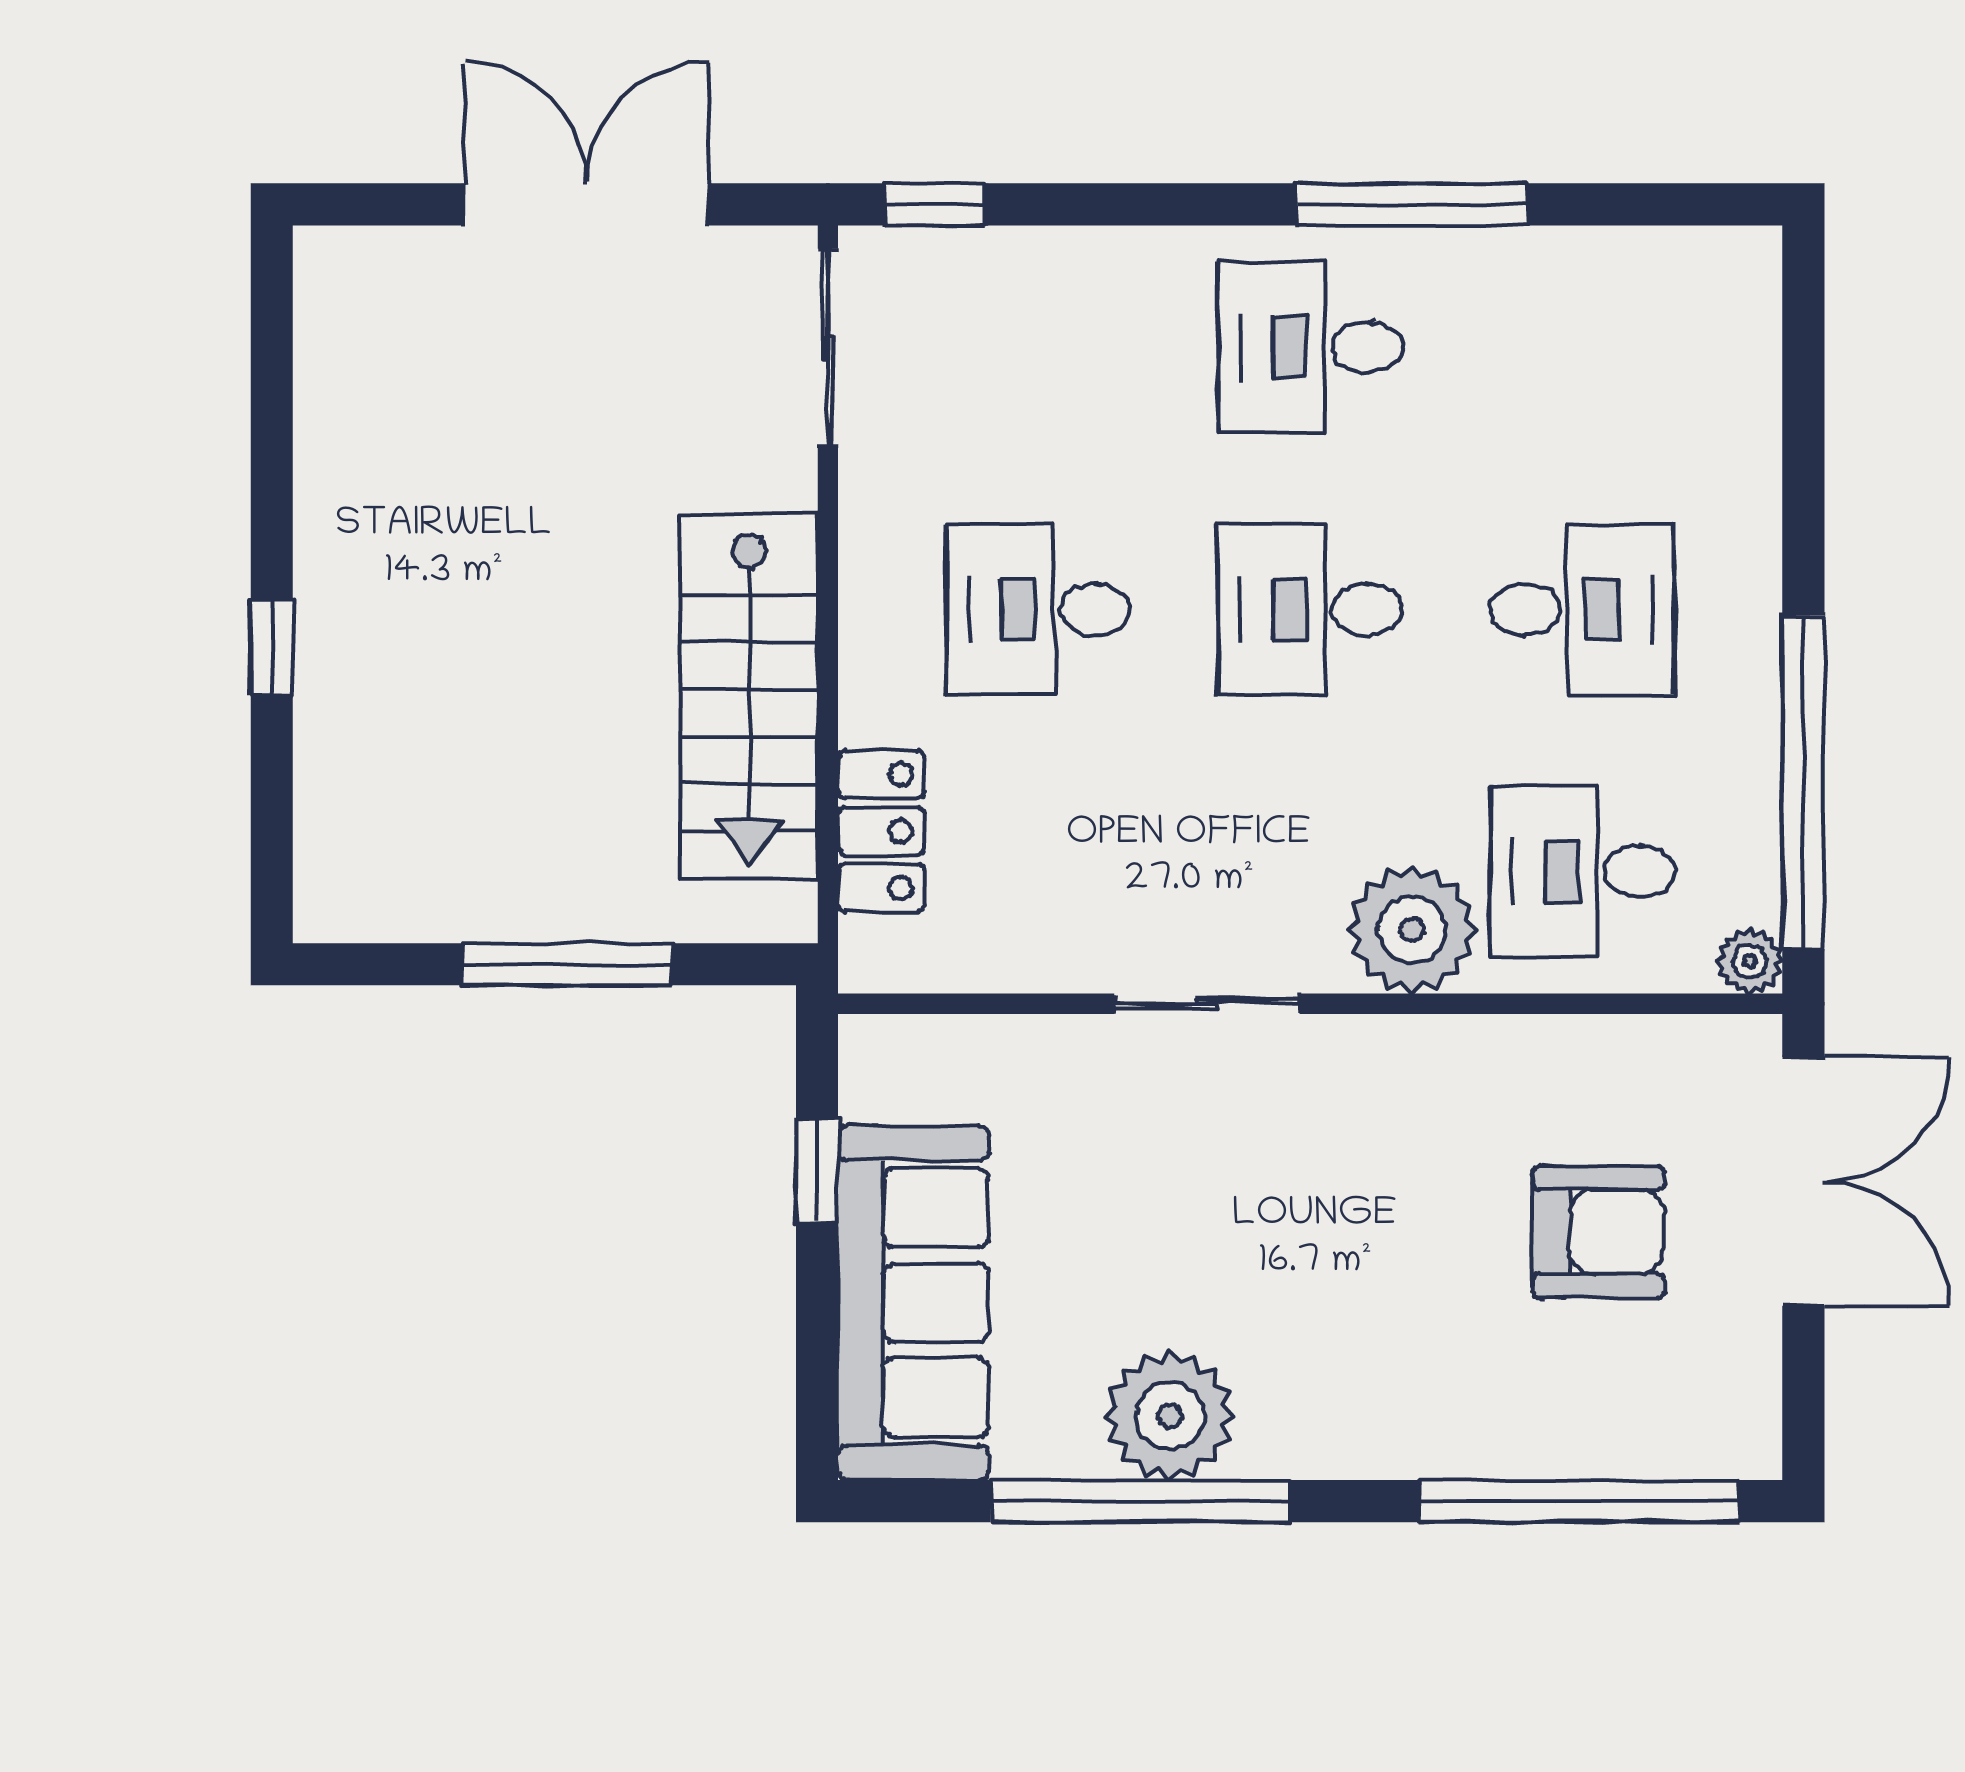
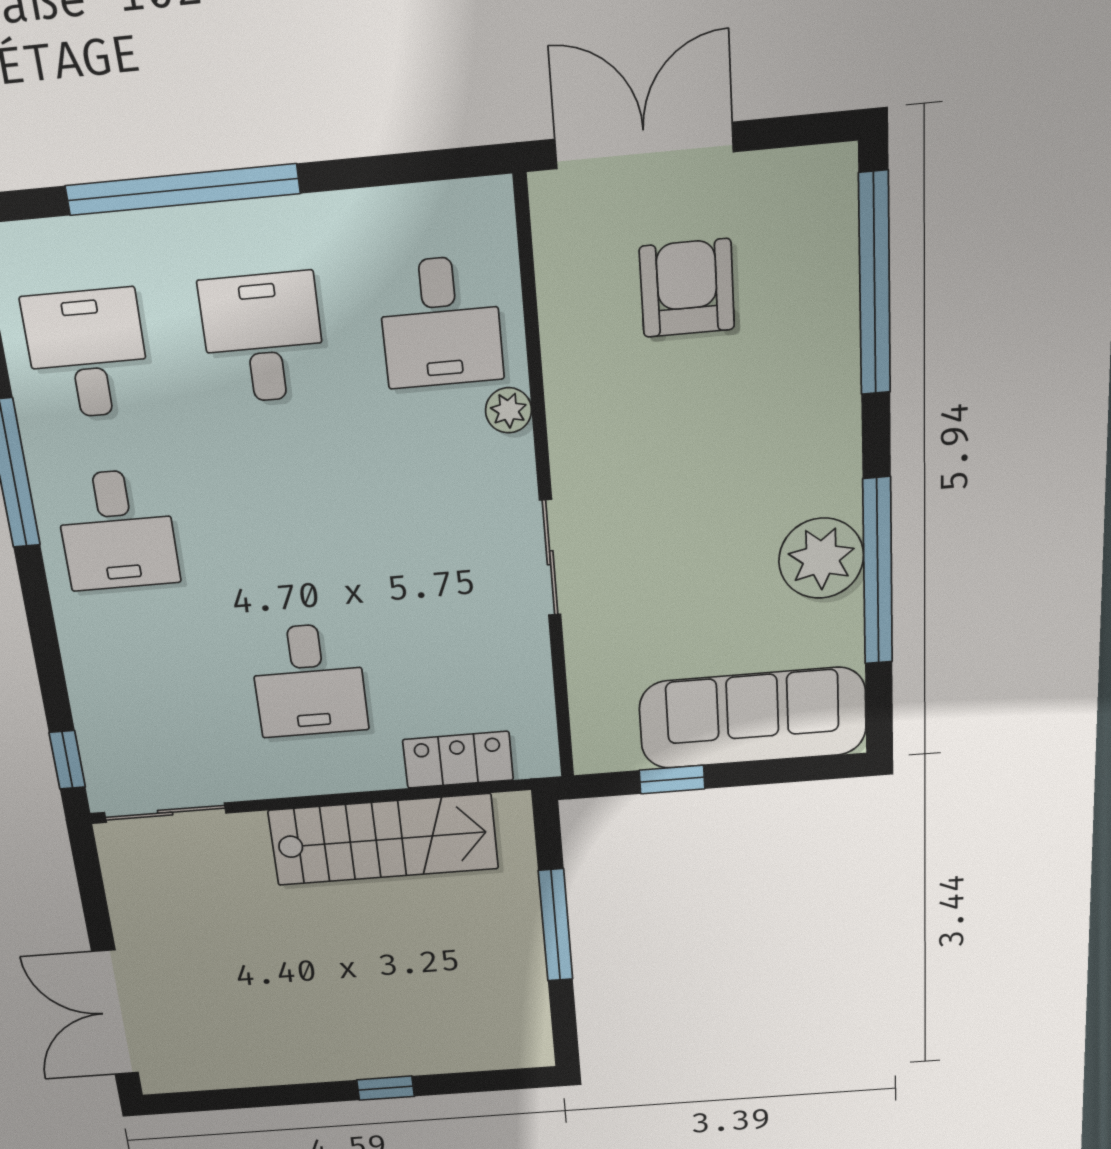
double door: (586, 204) -> (115, 1013), moved
desk: (1310, 609) -> (87, 354), moved, turned 180
window: (1803, 782) -> (183, 190), moved
plant: (1412, 930) -> (509, 410), width x0.53, depth x0.53
plant: (1750, 961) -> (492, 199), removed

